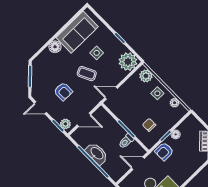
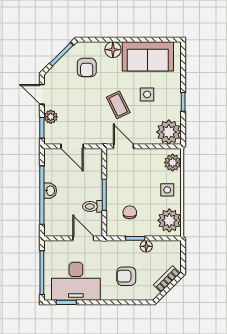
armchair: (63, 91) -> (87, 68), moved
plant: (175, 103) -> (169, 220), width x1.88, depth x1.88
plant: (65, 124) -> (51, 117), moved
armchair: (164, 151) -> (126, 276), moved
washbasin: (97, 154) -> (50, 191), width x0.52, depth x0.69

